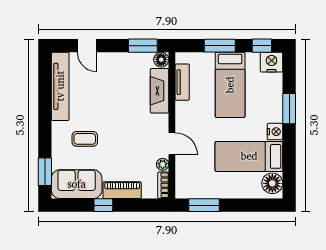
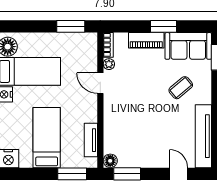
window: (220, 46) -> (72, 174), moved
window: (262, 46) -> (17, 174), removed
fireplace: (159, 91) -> (112, 132), removed
coffee table: (85, 139) -> (181, 88), turned -40
window: (103, 205) -> (164, 26), width x1.50

